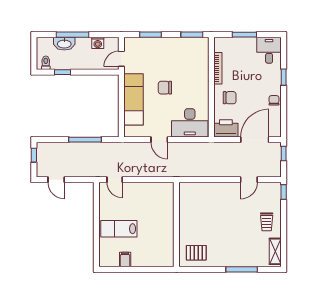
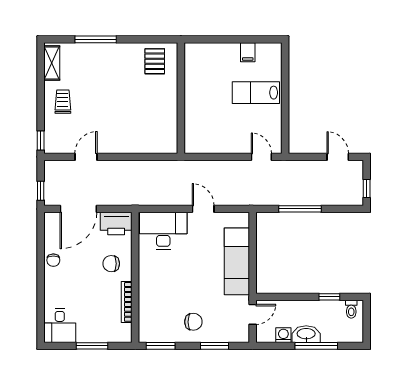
washbasin: (64, 44) -> (306, 334), moved
window: (284, 77) -> (41, 290), removed
chair: (165, 88) -> (193, 322), moved
lab bench: (119, 229) -> (256, 93), turned 180
pallet: (196, 253) -> (155, 61), turned 90

